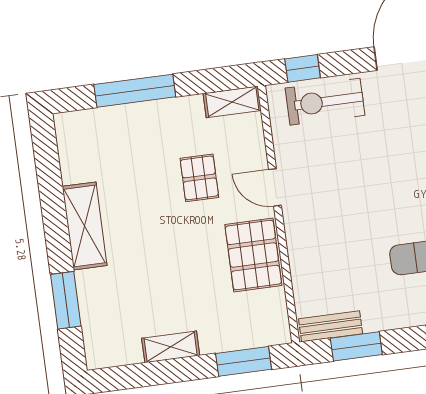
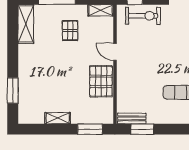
exercise bike: (325, 102) -> (143, 16), turned 180
pallet: (199, 178) -> (70, 31), moved
shelving: (85, 226) -> (26, 24), moved

